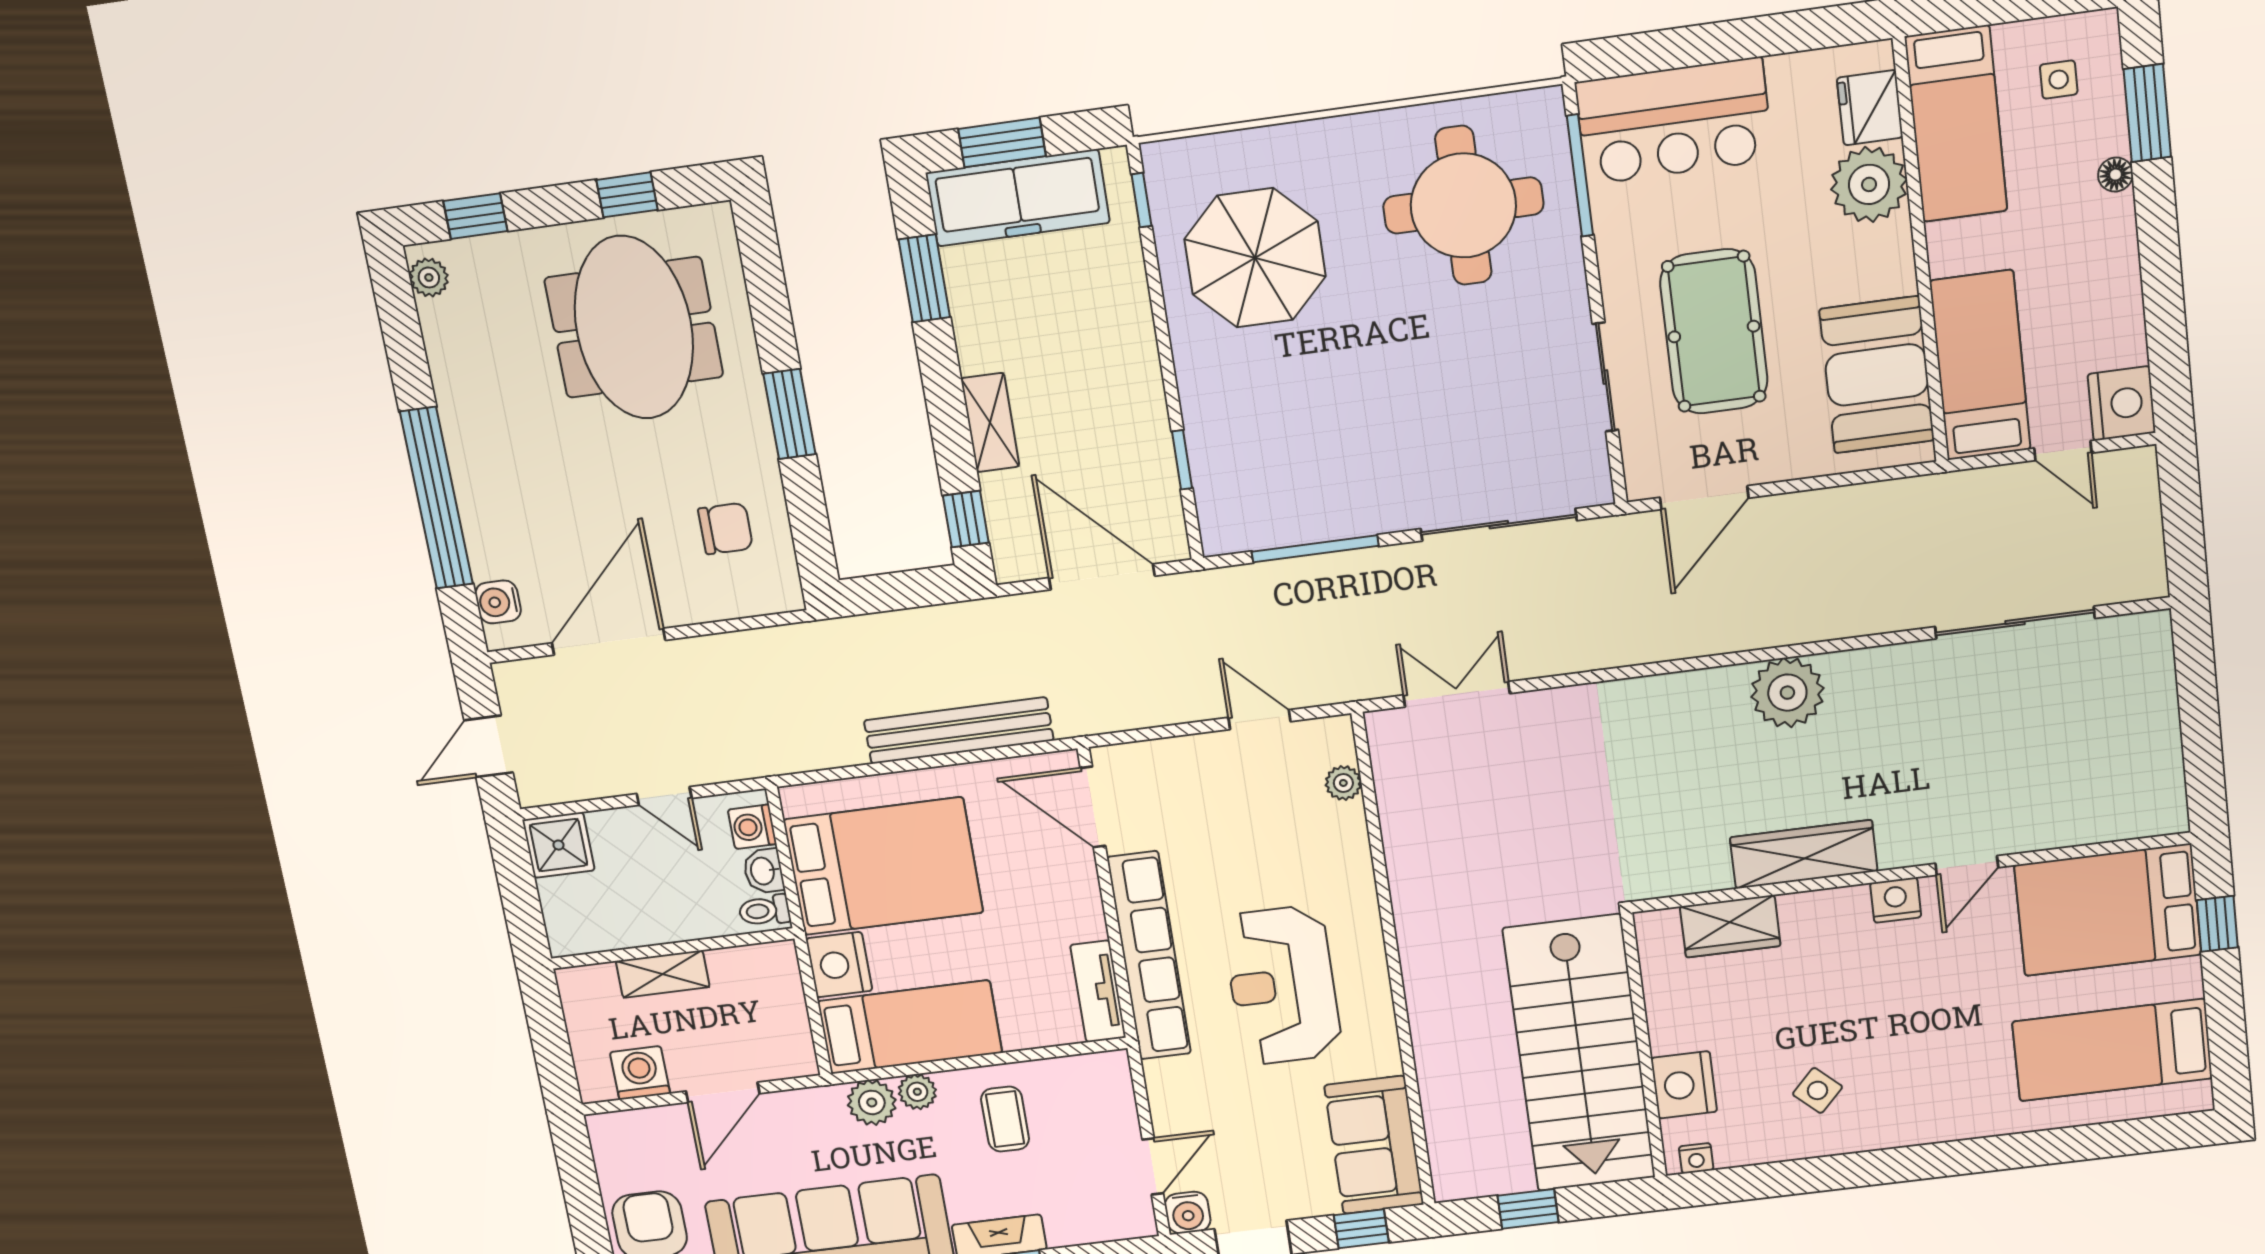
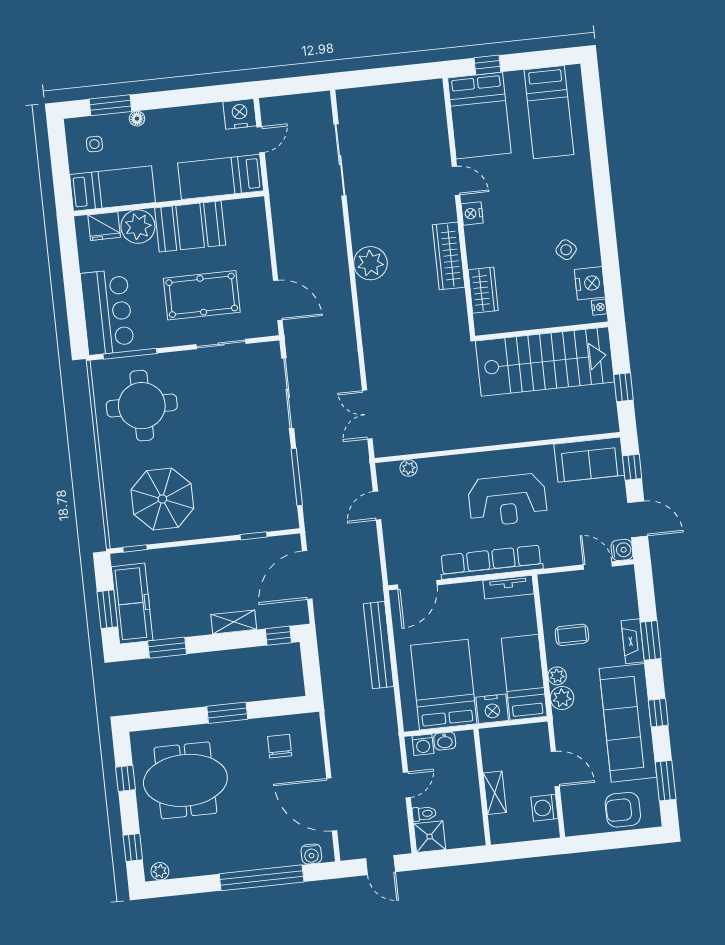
booth: (1877, 375) -> (190, 226), moved
toilet: (764, 911) -> (424, 814), moved, turned -90
nightstand: (1684, 1085) -> (590, 283), moved, turned -90

